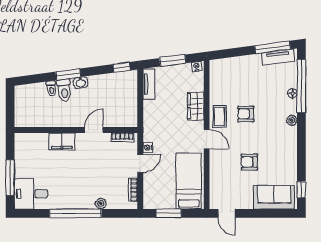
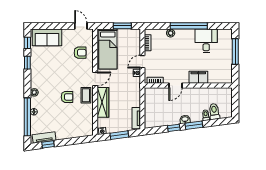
window: (273, 47) -> (48, 144), width x0.46
window: (122, 67) -> (174, 128), moved
toilet: (64, 90) -> (214, 112), moved
wardrobe: (196, 106) -> (103, 102), width x1.50
door: (207, 139) -> (95, 79), swing flipped
armchair: (249, 162) -> (80, 53), moved
window: (301, 162) -> (27, 63), added
desk: (31, 194) -> (206, 41), moved, turned -90

